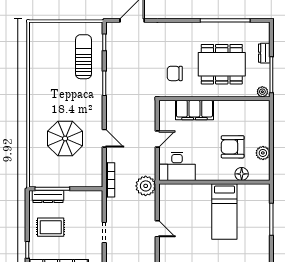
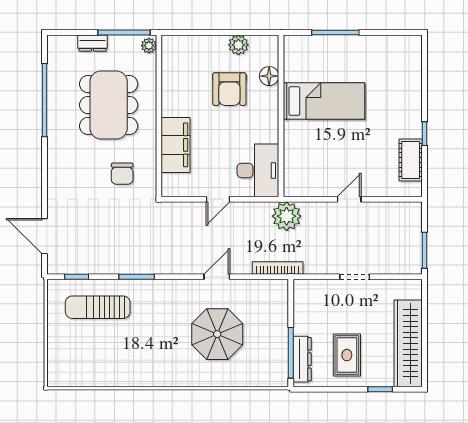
door: (157, 139) -> (218, 199), swing flipped

